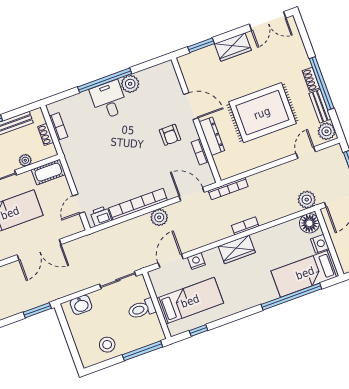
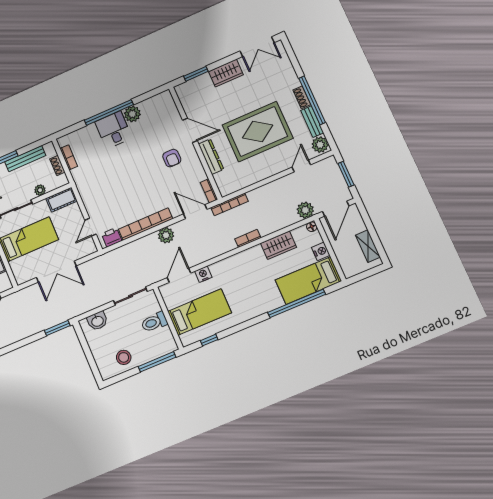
bookcase: (200, 152) -> (209, 191), moved
floor lamp: (309, 223) -> (312, 227), width x0.53, depth x0.53
wardrobe: (237, 249) -> (278, 245), moved

